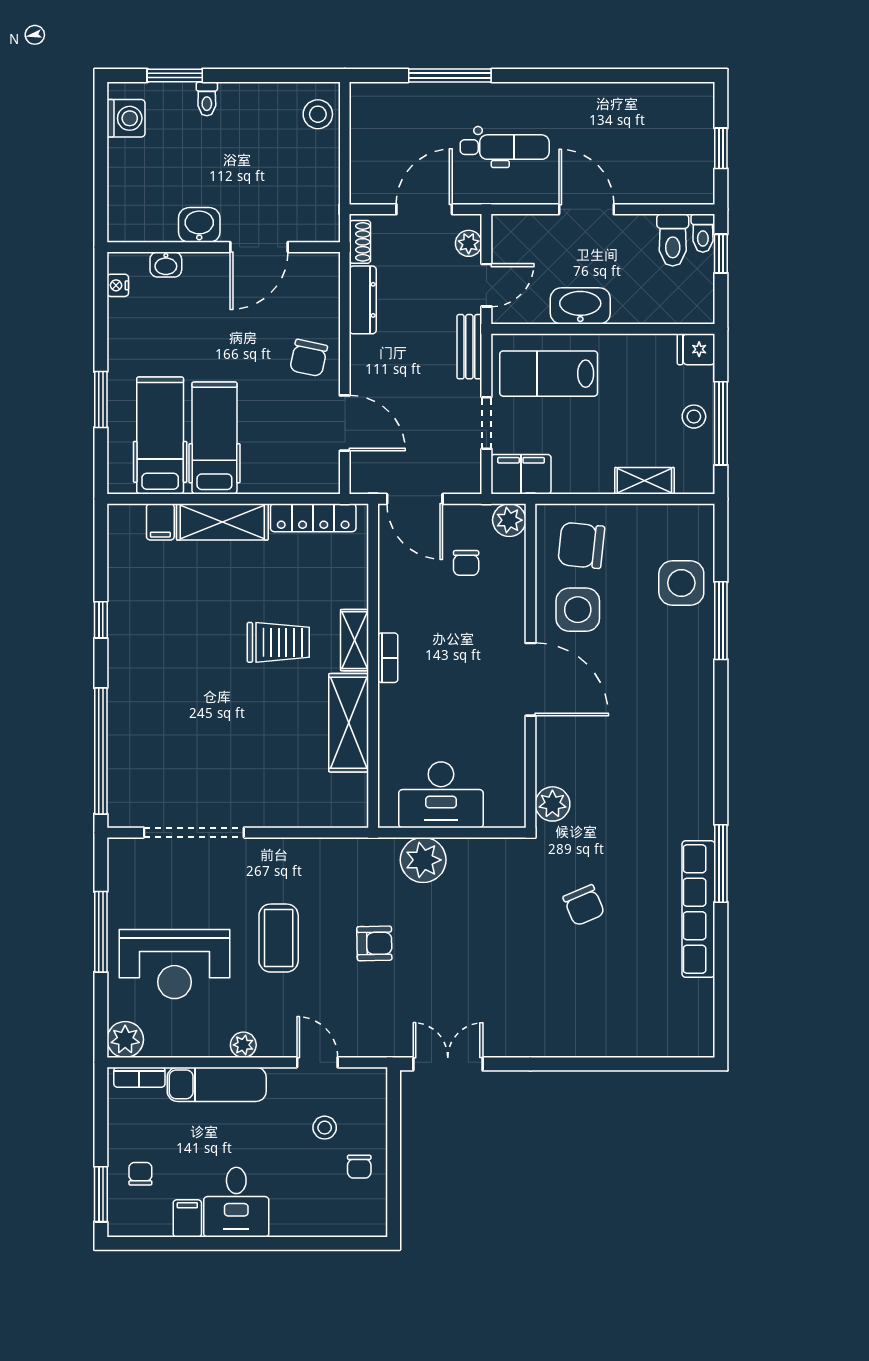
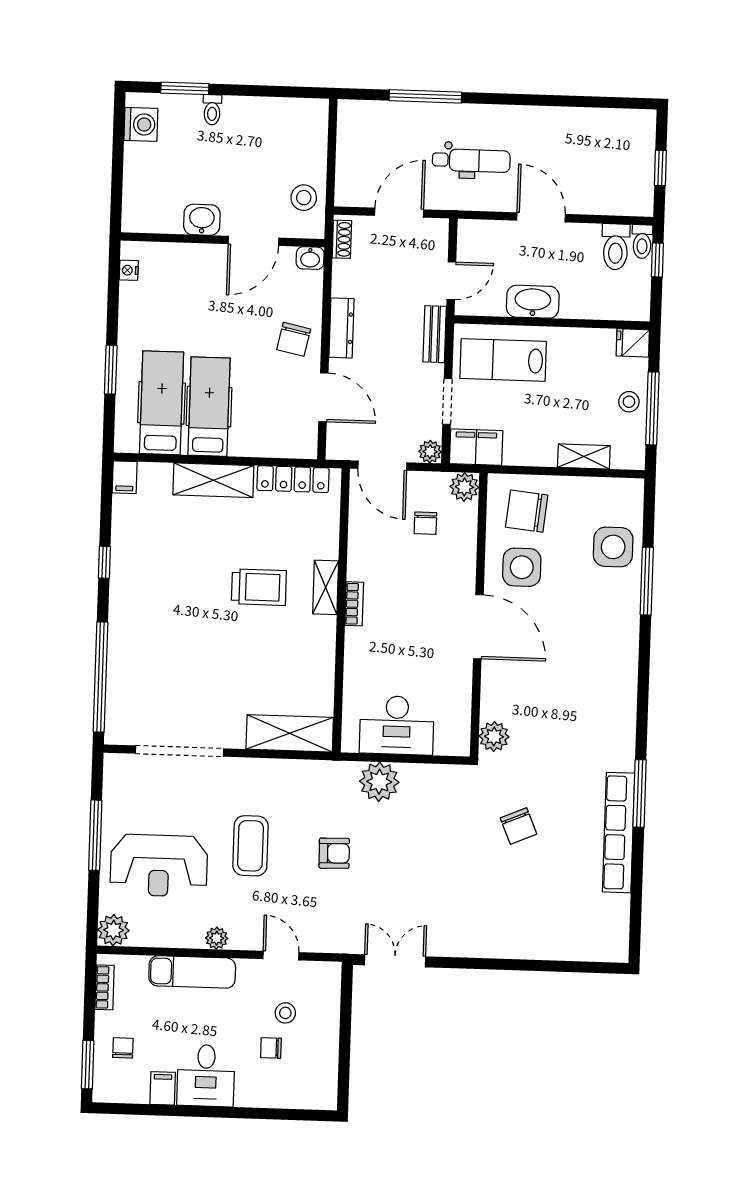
stool: (318, 114) -> (304, 198), moved
plant: (469, 243) -> (430, 452), moved
washbasin: (166, 264) -> (310, 258), moved
dresser: (363, 300) -> (341, 328), moved
filing cabinet: (160, 522) -> (125, 477), moved
shelving: (349, 723) -> (290, 733), moved, turned 90
bookcase: (139, 1077) -> (105, 987), moved, turned -90
chair: (359, 1167) -> (271, 1048), moved, turned 90

